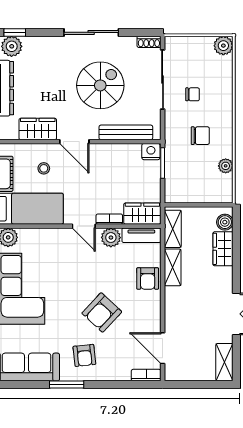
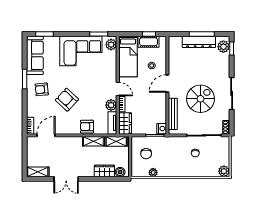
spiral stairs: (100, 85) -> (200, 99), turned -90
wardrobe: (38, 129) -> (175, 62), removed
chair: (200, 136) -> (146, 154), moved
door: (84, 226) -> (118, 89), swing flipped

